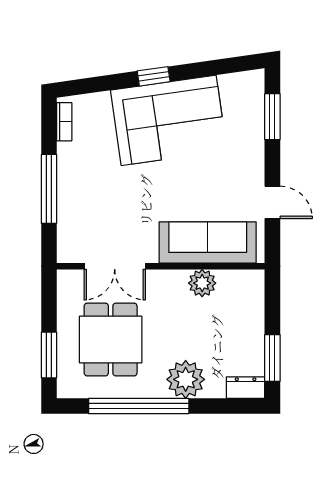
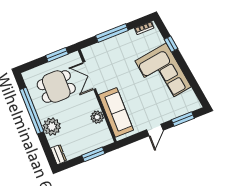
window: (154, 76) -> (171, 44), moved
door: (272, 202) -> (155, 130), moved
window: (49, 355) -> (57, 55), moved
window: (272, 358) -> (93, 154), moved

